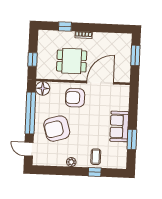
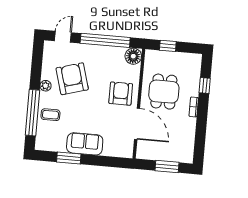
armchair: (57, 129) -> (72, 79), moved
window: (95, 172) -> (33, 113), width x3.17

